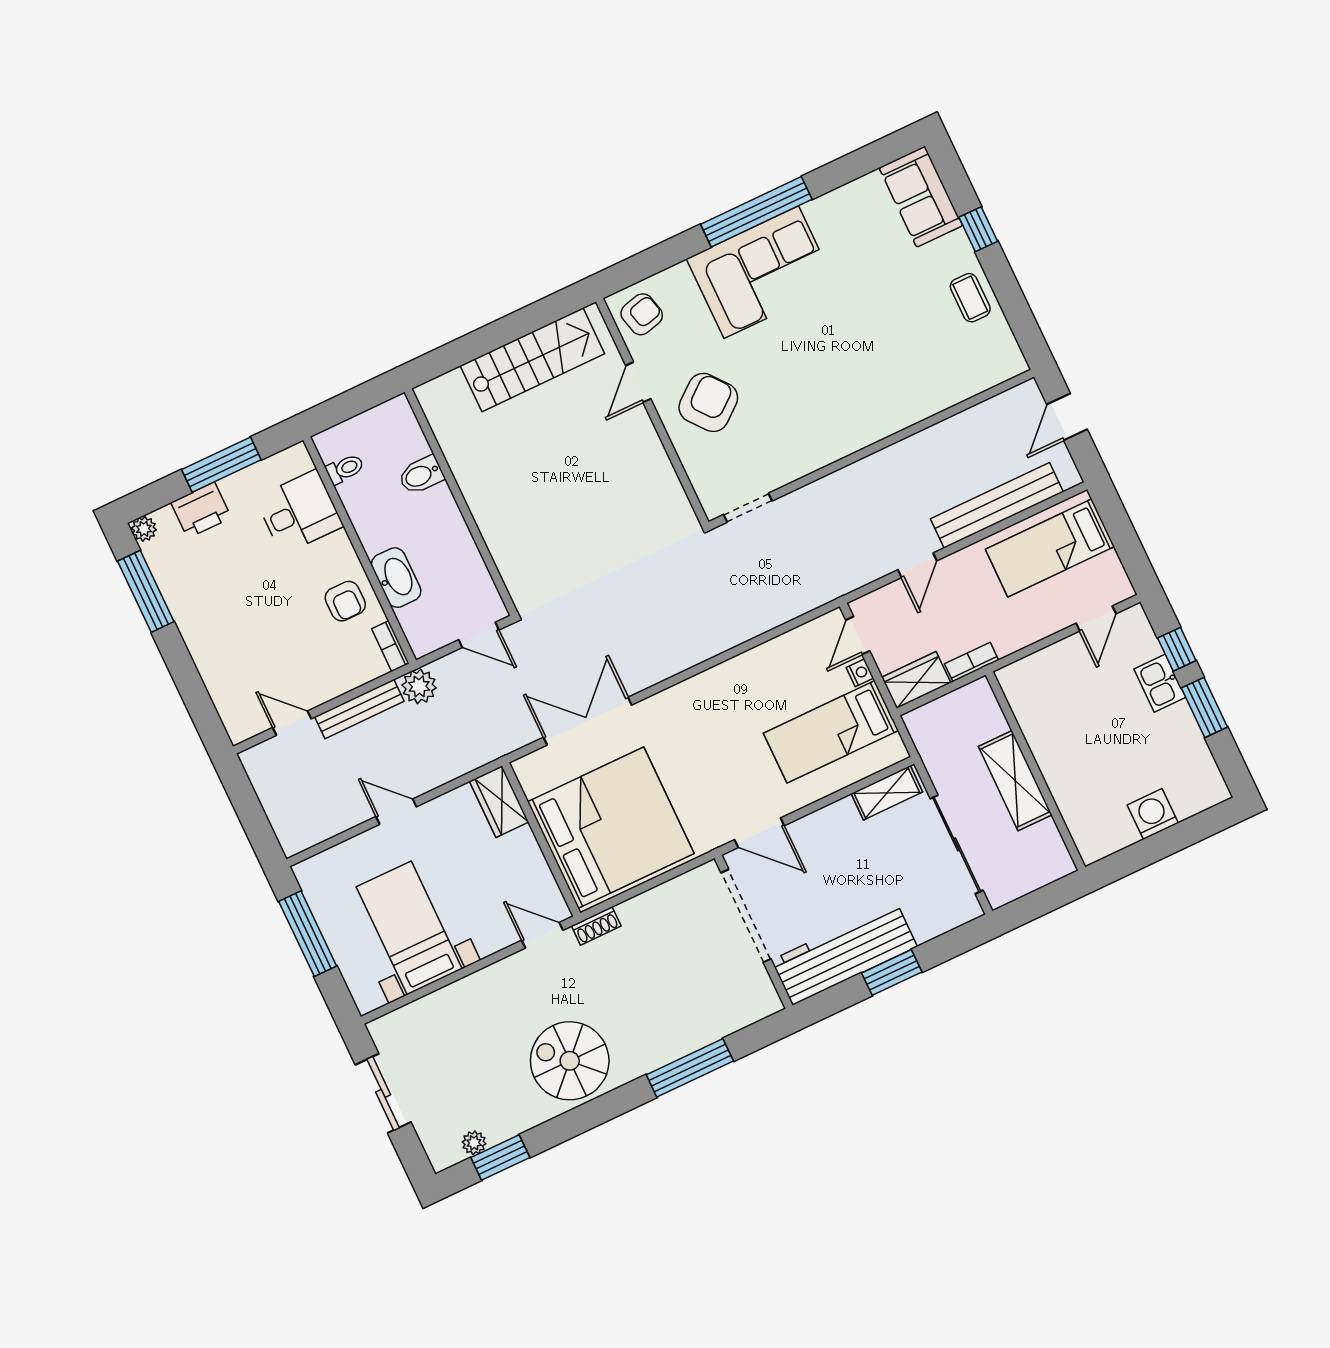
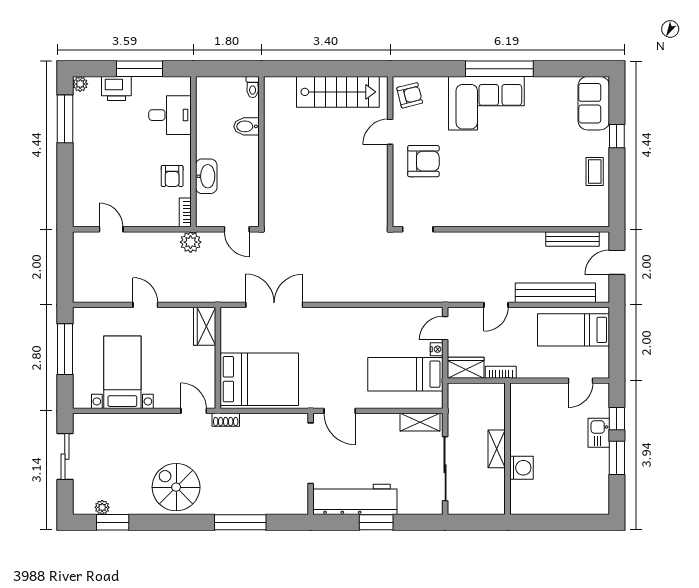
armchair: (708, 402) -> (423, 161), turned 39
toilet: (345, 469) -> (253, 87), moved, turned 90
bench: (359, 709) -> (572, 239), moved
shelving: (1015, 781) -> (497, 449), width x0.67, depth x0.75
washing machine: (1153, 814) -> (521, 468), moved, turned 90
bed: (611, 828) -> (259, 379), width x0.73

